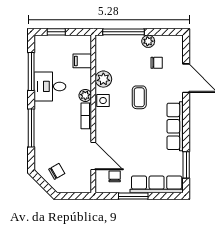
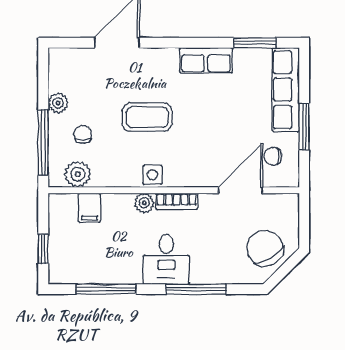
chair: (157, 63) -> (83, 135), moved
plant: (103, 79) -> (78, 174), moved
desk: (50, 86) -> (166, 259), moved
coffee table: (139, 97) -> (147, 117), width x1.36, depth x1.30
row of seats: (175, 126) -> (206, 60), width x0.68
chair: (57, 171) -> (265, 248), width x1.87, depth x1.87

